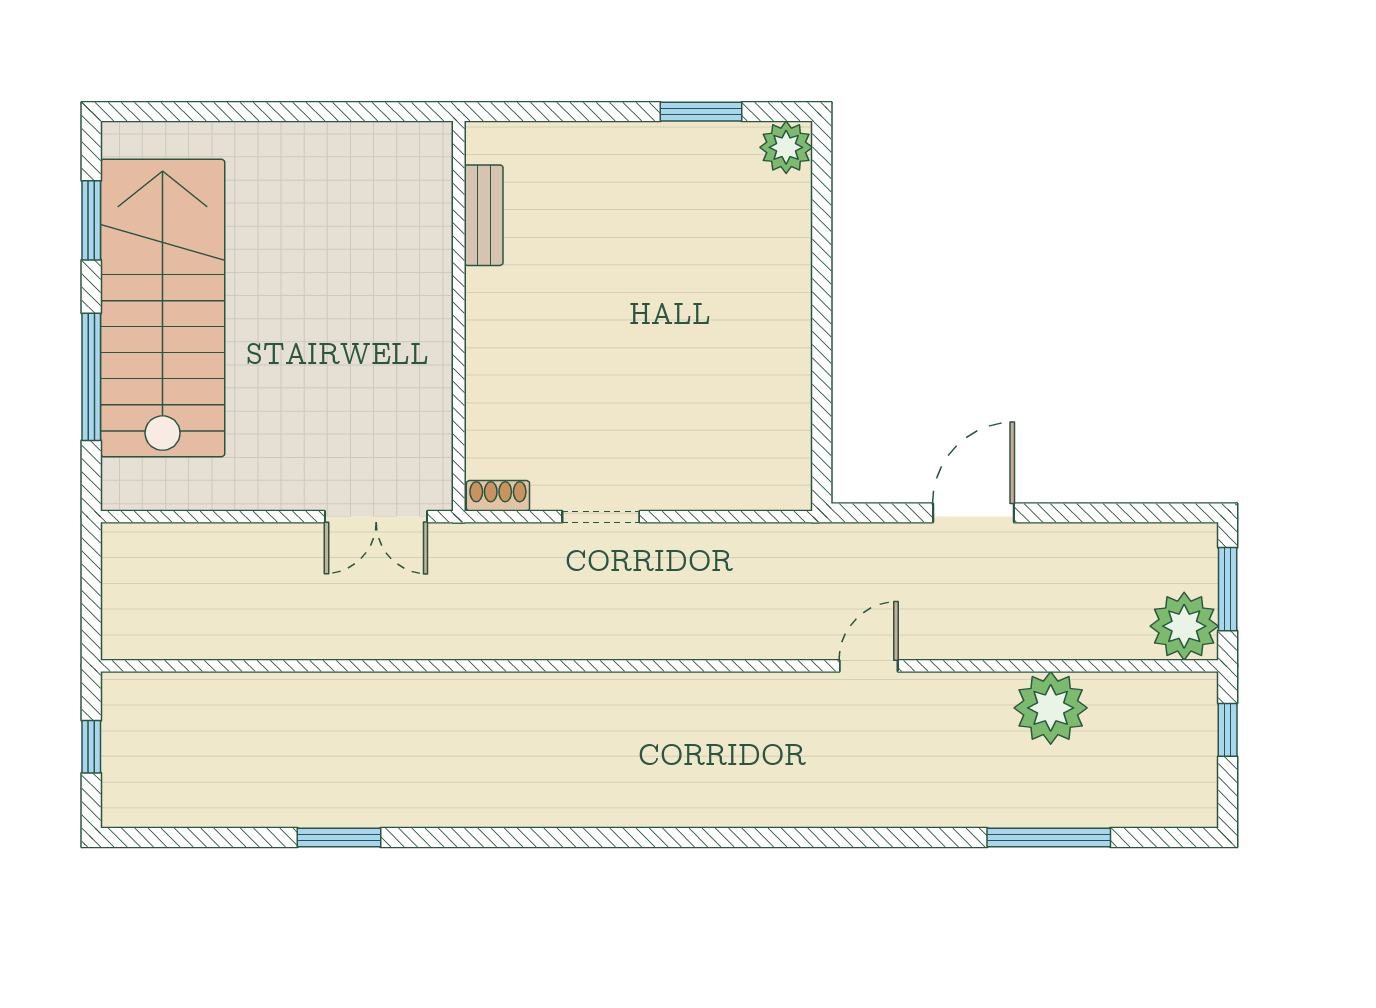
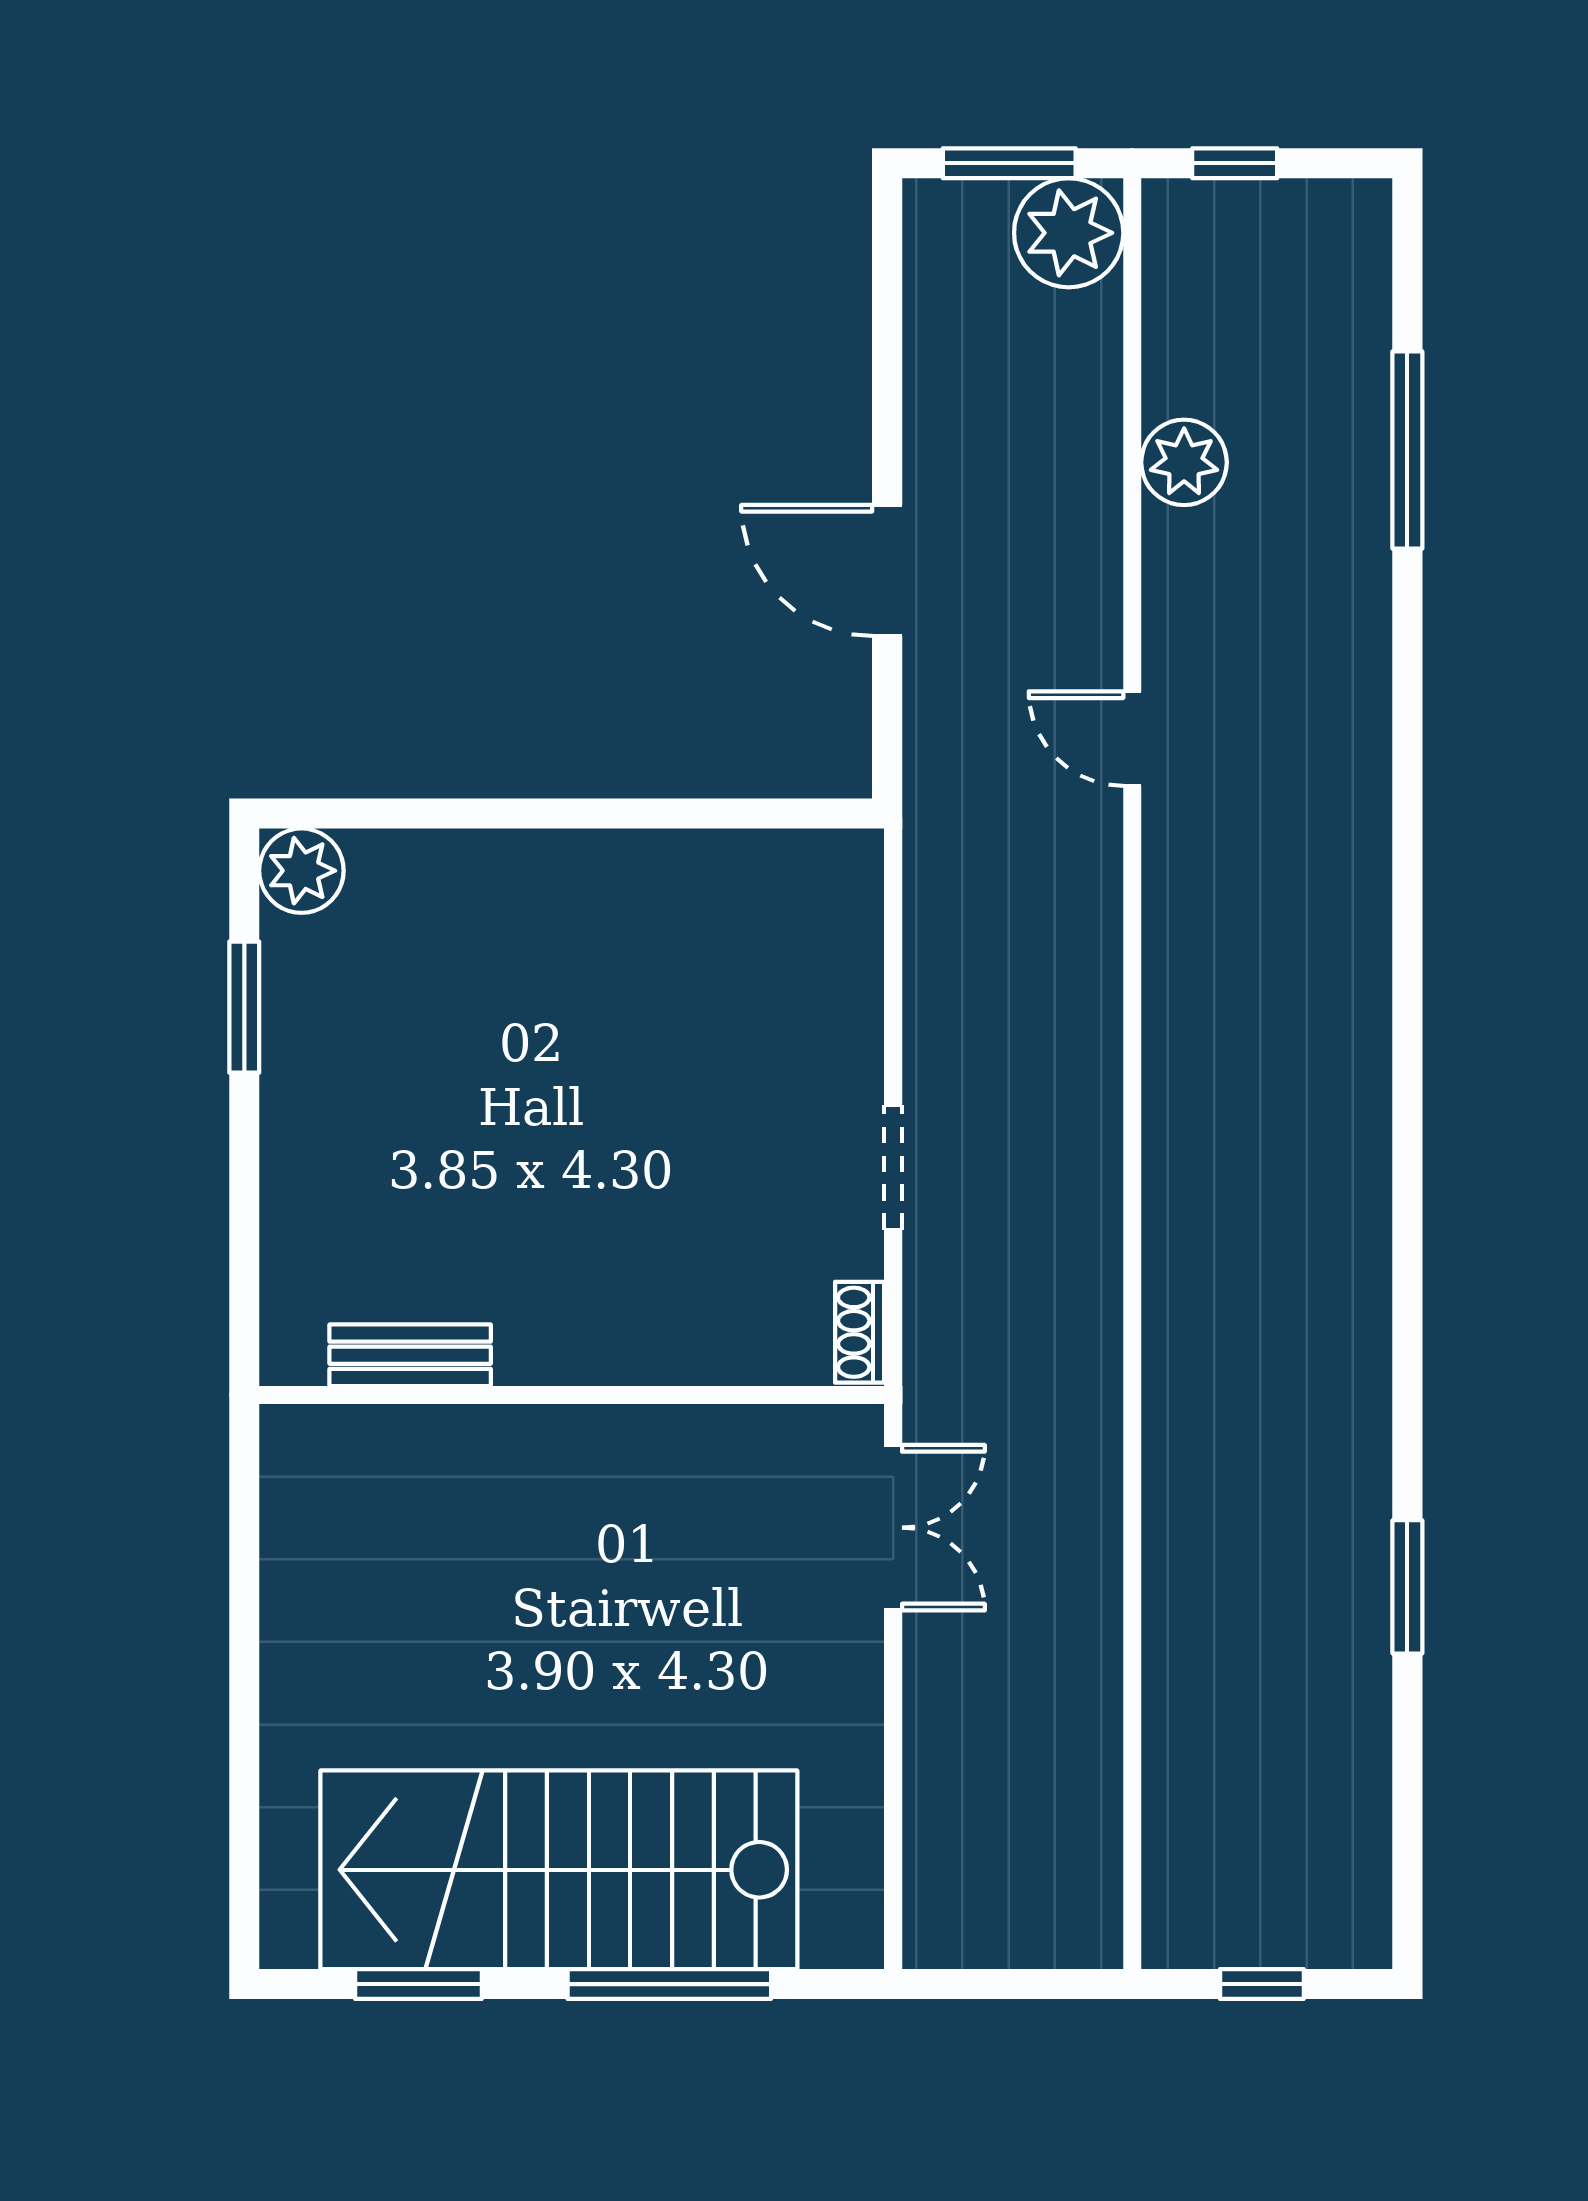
plant: (1051, 708) -> (1184, 462), width x0.73, depth x0.73

